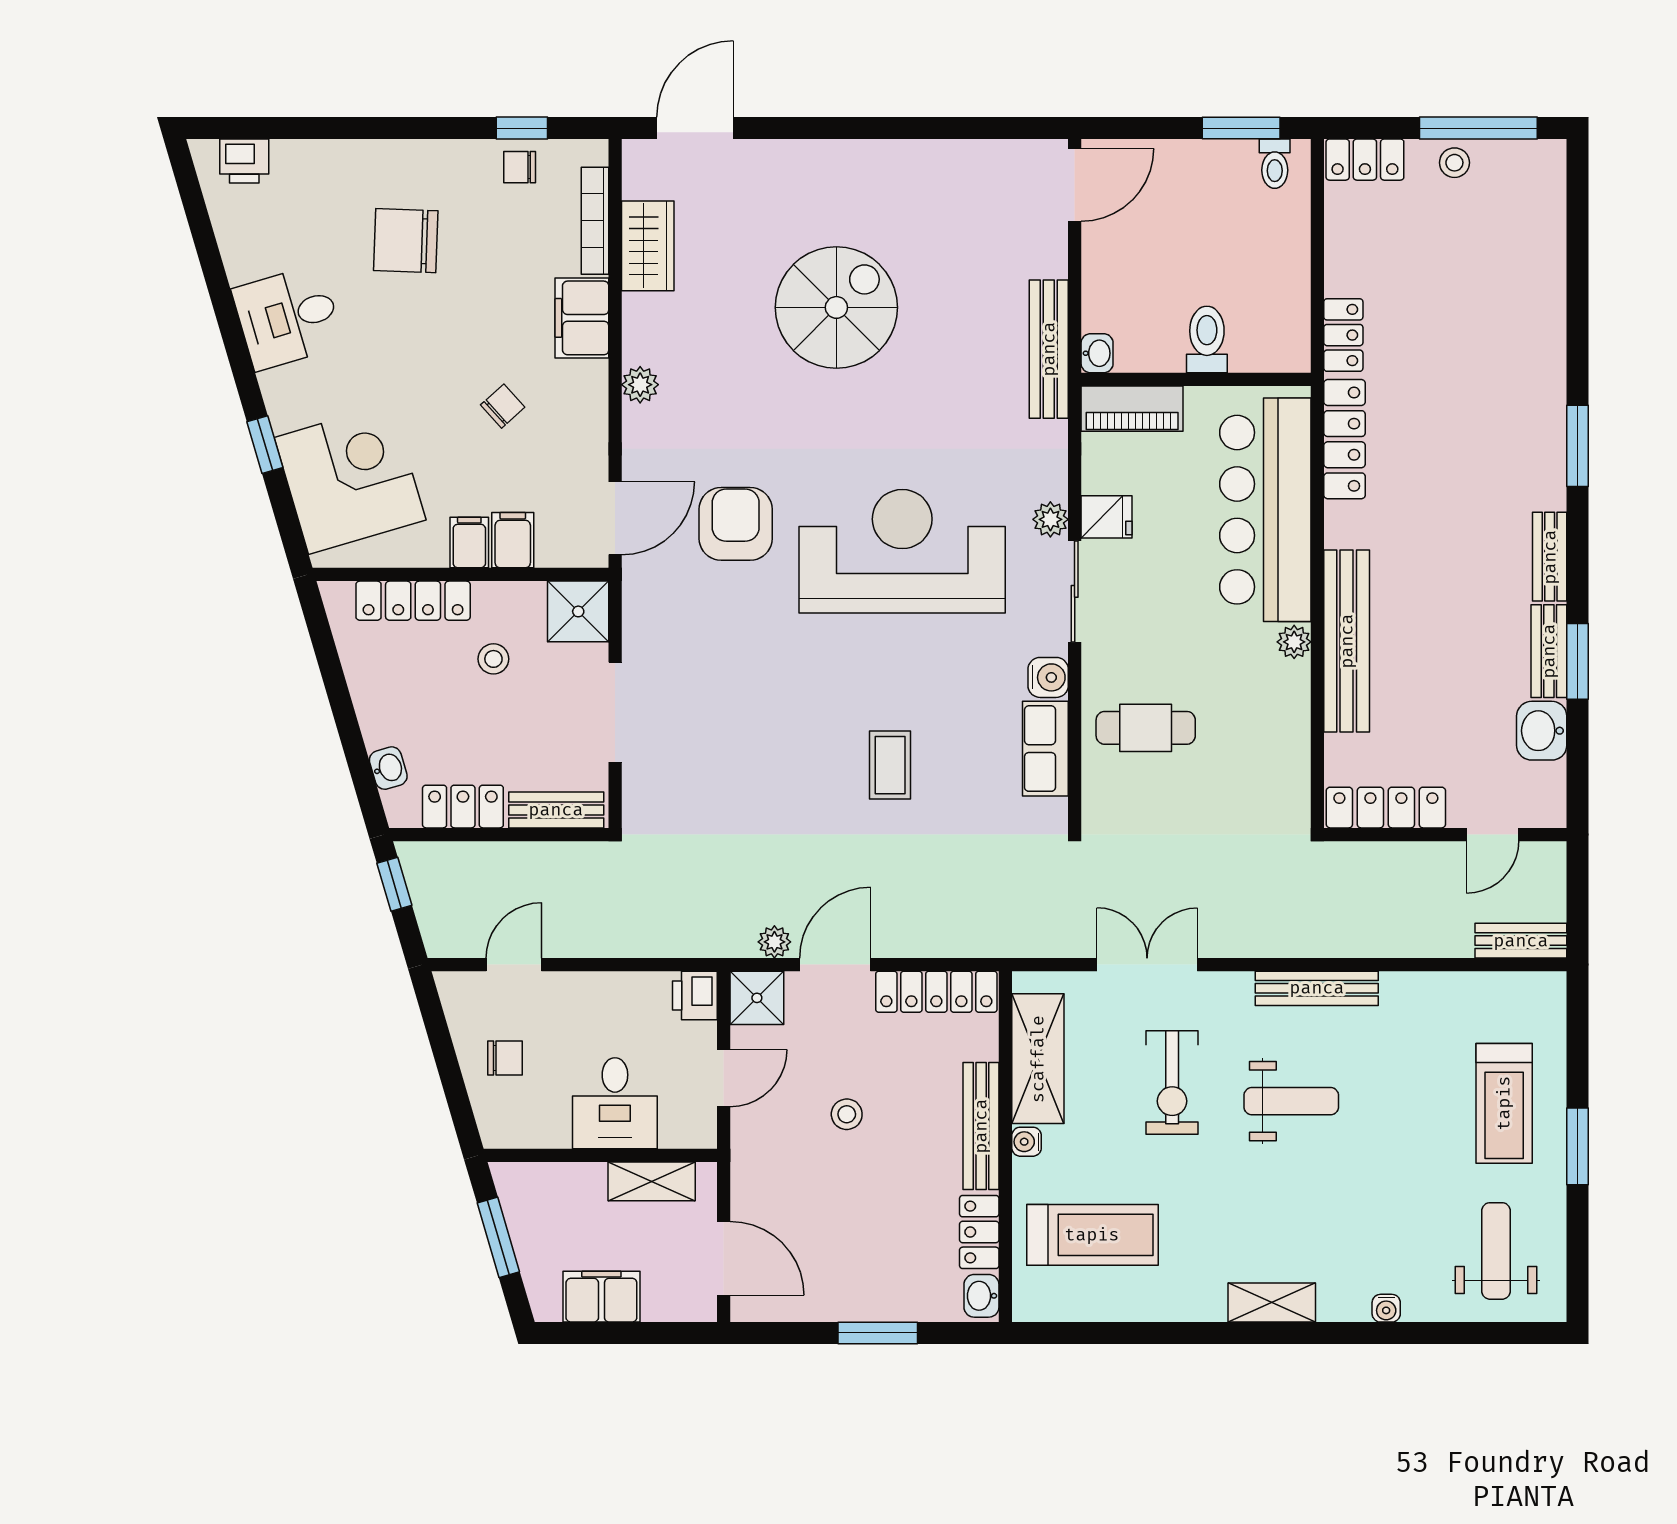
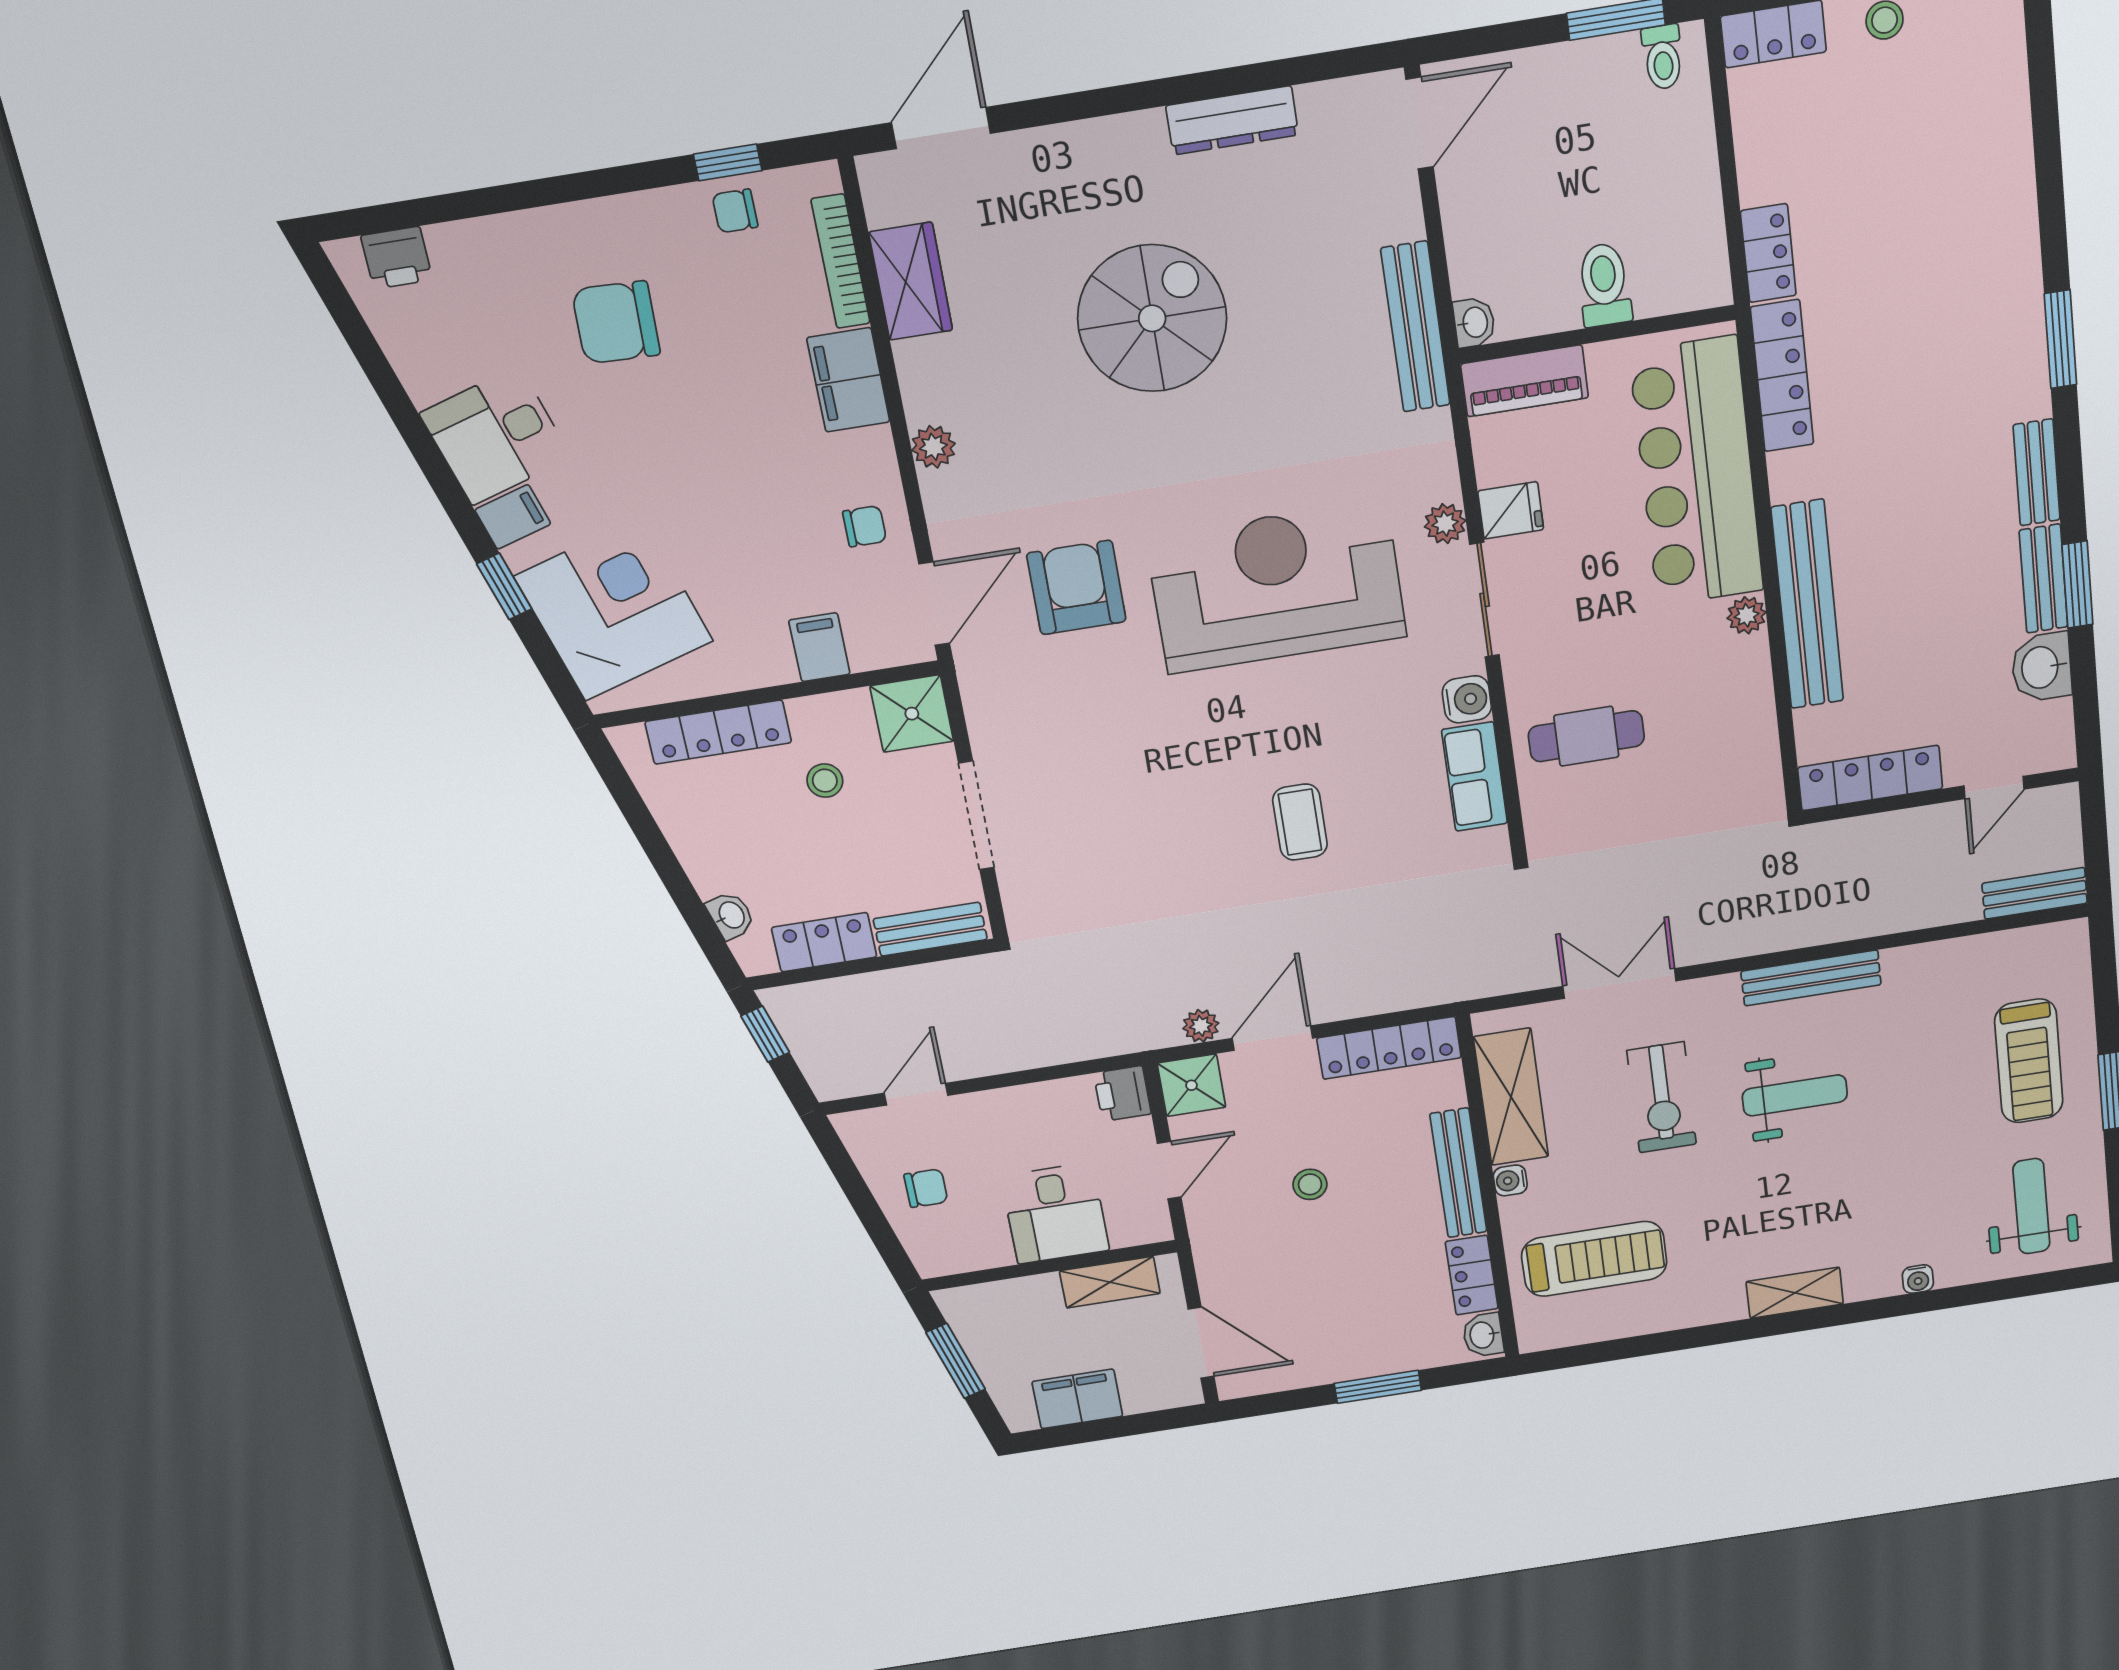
dresser: (926, 159) -> (1232, 120), added
chair: (503, 406) -> (865, 526), moved, turned 42
filing cabinet: (469, 542) -> (513, 517), moved, turned 74

